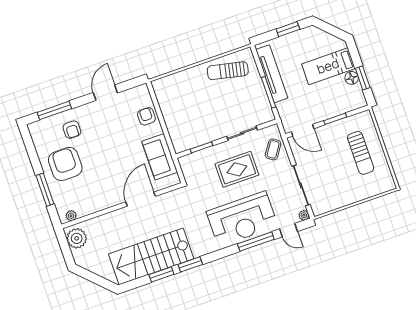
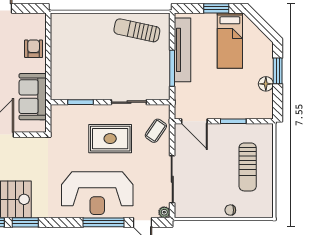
bed: (328, 66) -> (230, 41), moved, turned -90
window: (363, 78) -> (278, 71), moved
chair: (359, 194) -> (230, 210), added

